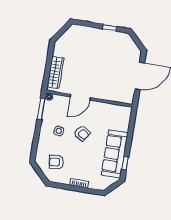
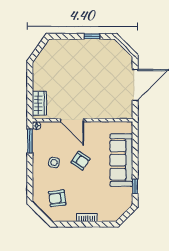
wardrobe: (56, 72) -> (39, 103), width x0.67
door: (80, 97) -> (72, 120), hinge flipped
sofa: (115, 154) -> (121, 160), moved

